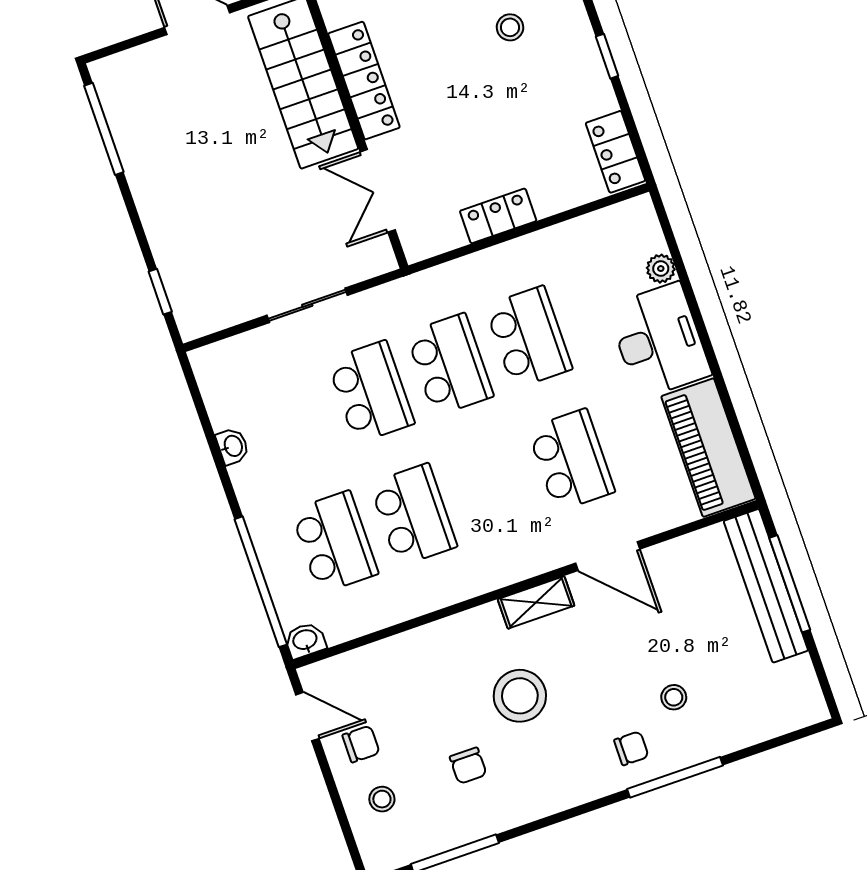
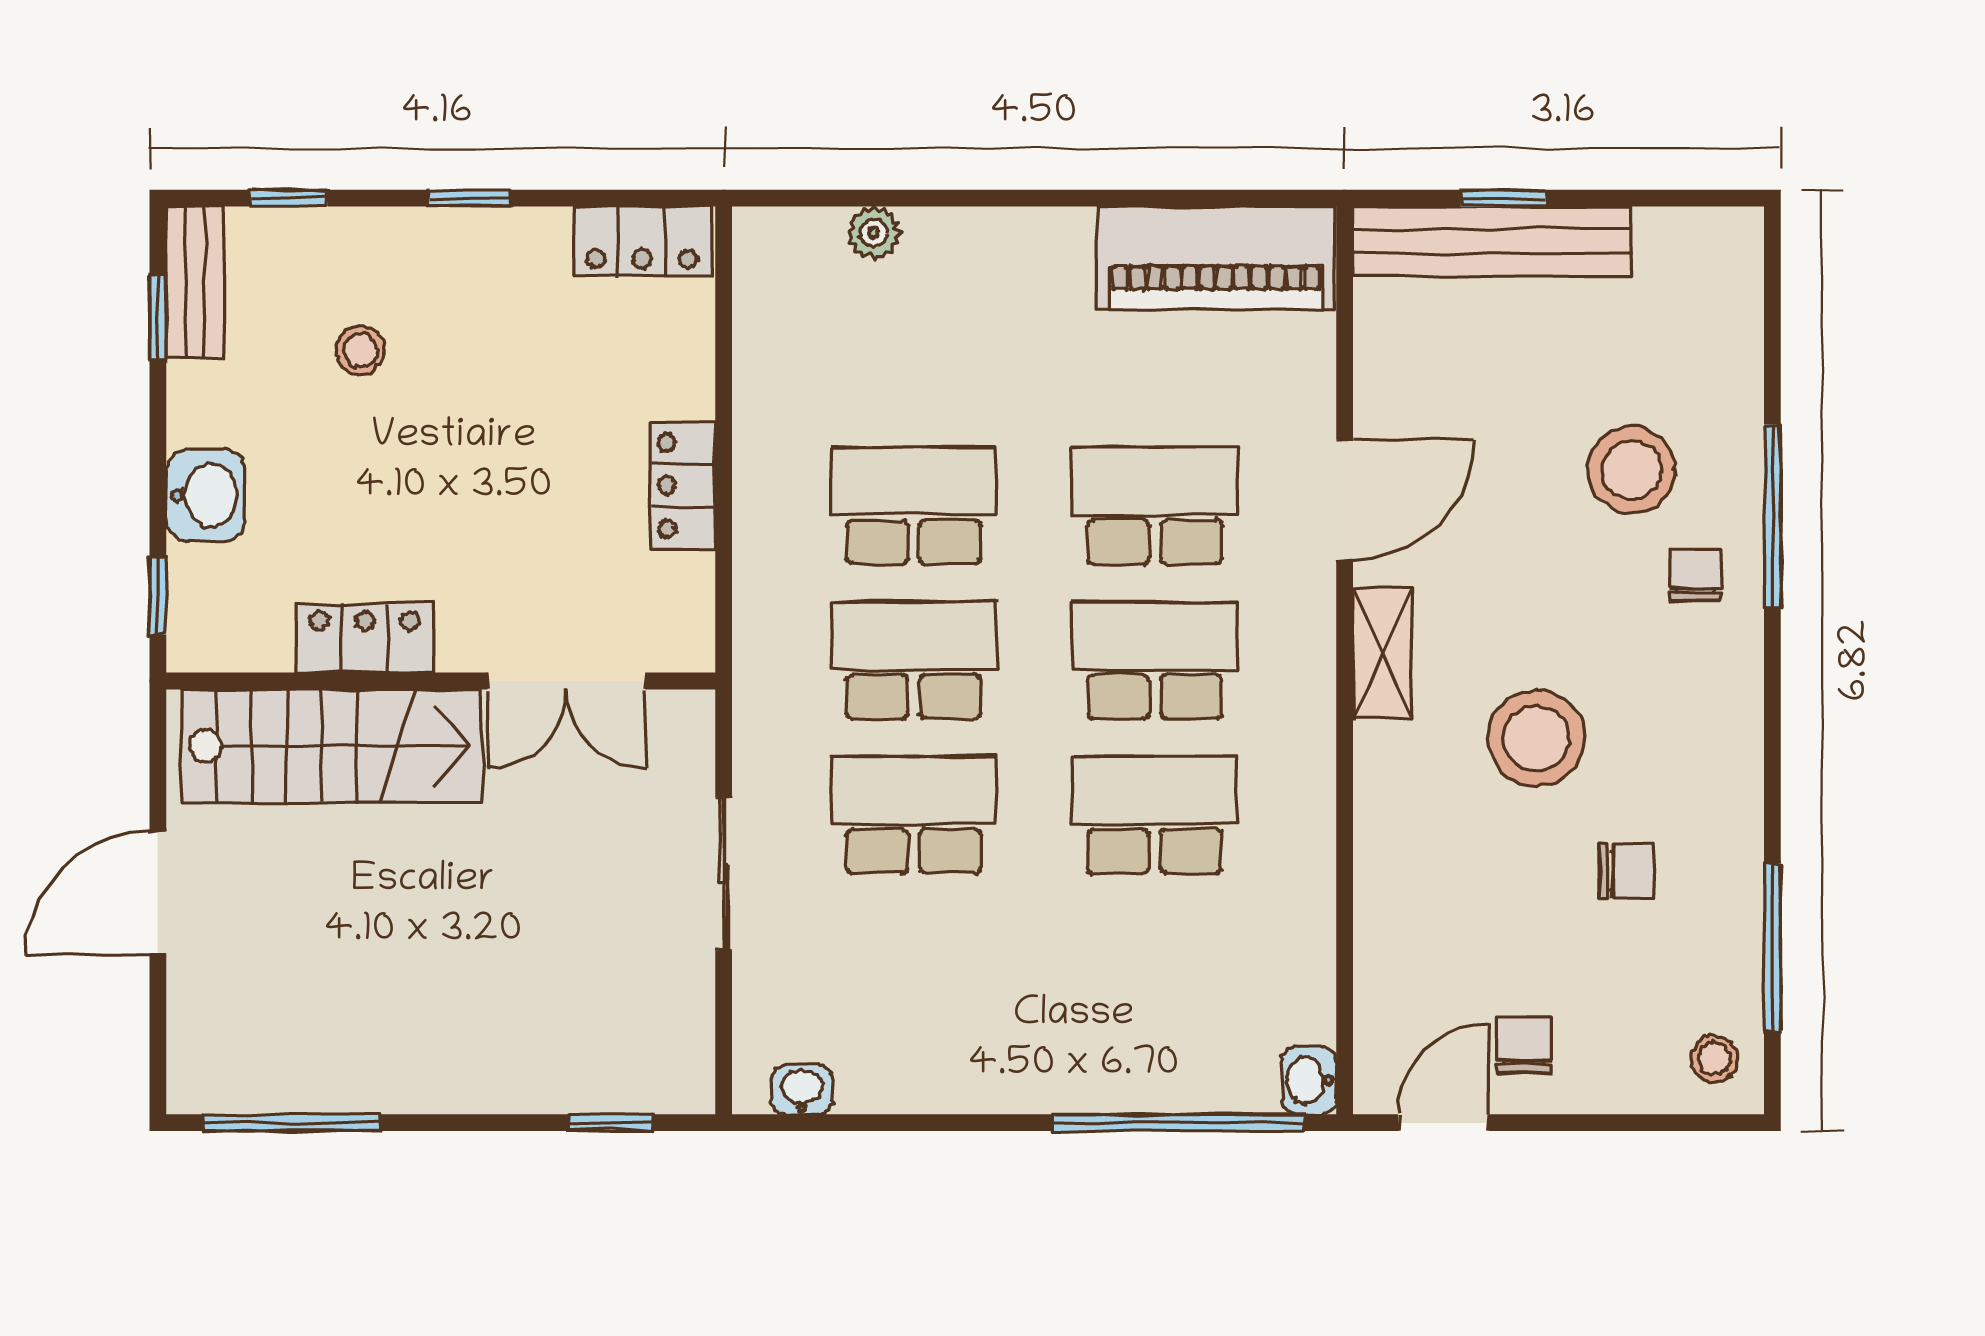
locker: (364, 81) -> (365, 638), width x0.66
desk: (659, 341) -> (999, 279), removed
washbasin: (233, 446) -> (802, 1090), moved
school desk: (334, 542) -> (1155, 660), moved
window: (790, 584) -> (1504, 198), width x0.46
stool: (674, 697) -> (1632, 470), width x1.89, depth x1.89
stool: (382, 799) -> (1714, 1059), moved

